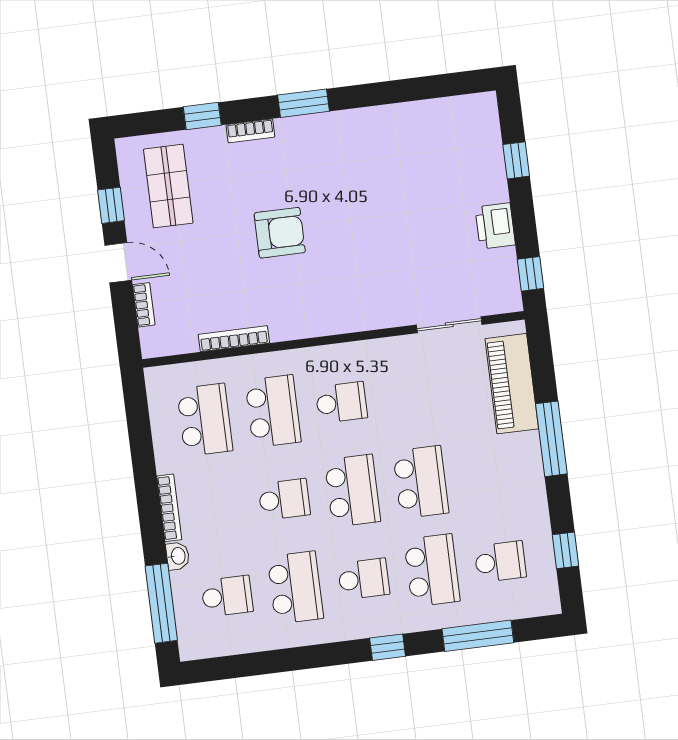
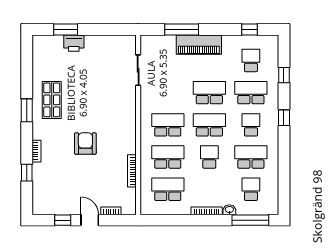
window: (303, 103) -> (27, 110), moved
window: (516, 160) -> (66, 30), width x1.50
shop shelf: (168, 186) -> (52, 100), moved, turned 90
printer: (495, 226) -> (74, 43), moved
door: (118, 263) -> (90, 220), hinge flipped
window: (531, 274) -> (119, 30), removed
piano: (512, 384) -> (199, 45), moved
school desk: (341, 402) -> (168, 125), width x1.85
window: (551, 439) -> (182, 30), moved
window: (478, 636) -> (284, 75), width x0.46

